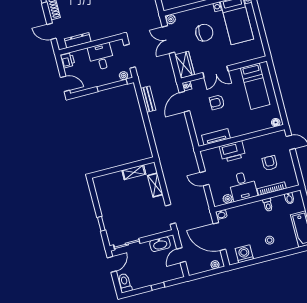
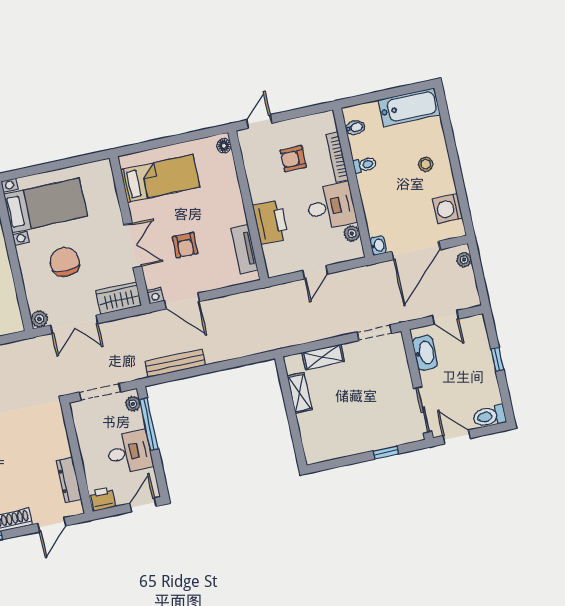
desk: (101, 57) -> (129, 452), moved, turned 180
bench: (148, 99) -> (175, 363), width x1.36

